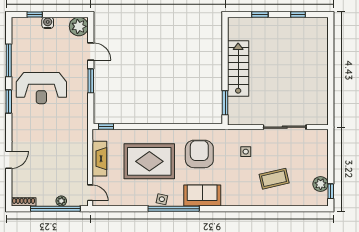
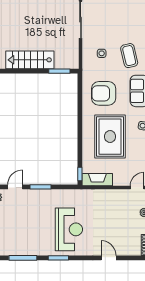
reception desk: (41, 88) -> (69, 229), moved
fireplace: (99, 159) -> (97, 180), moved
coffee table: (274, 179) -> (129, 56), moved

